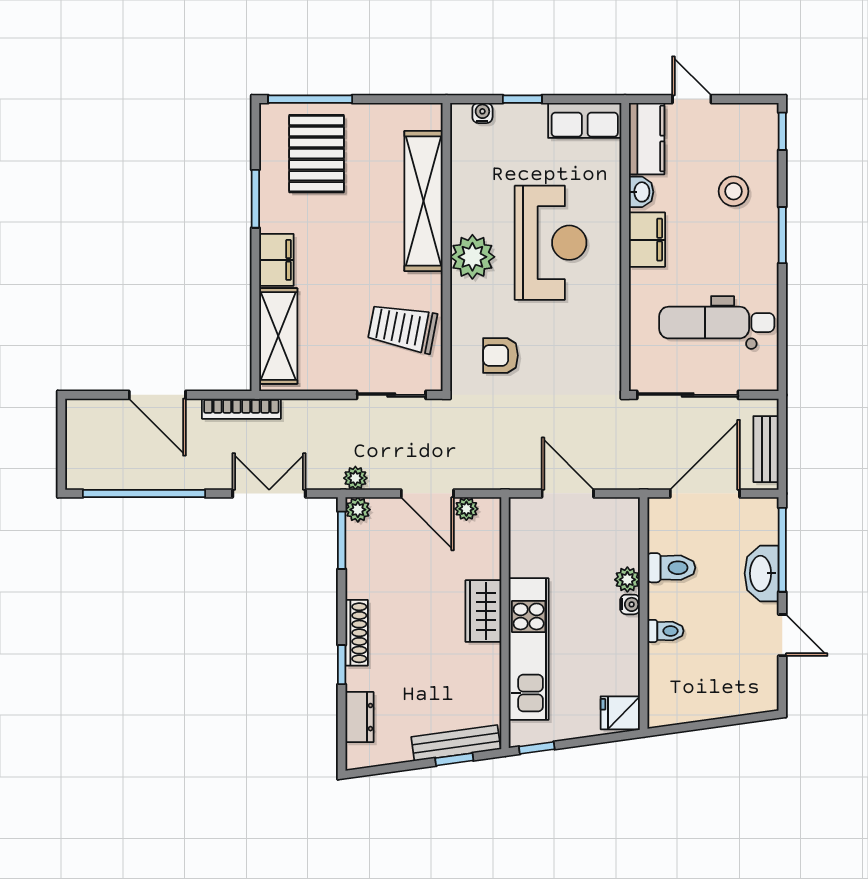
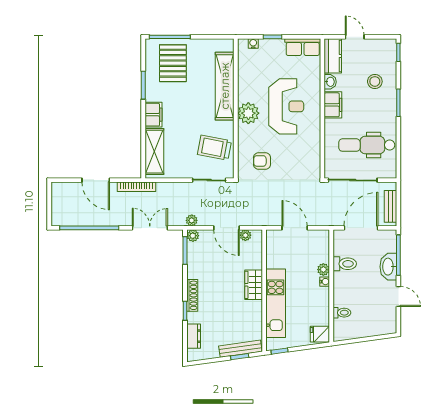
toilet: (665, 631) -> (342, 313), moved

